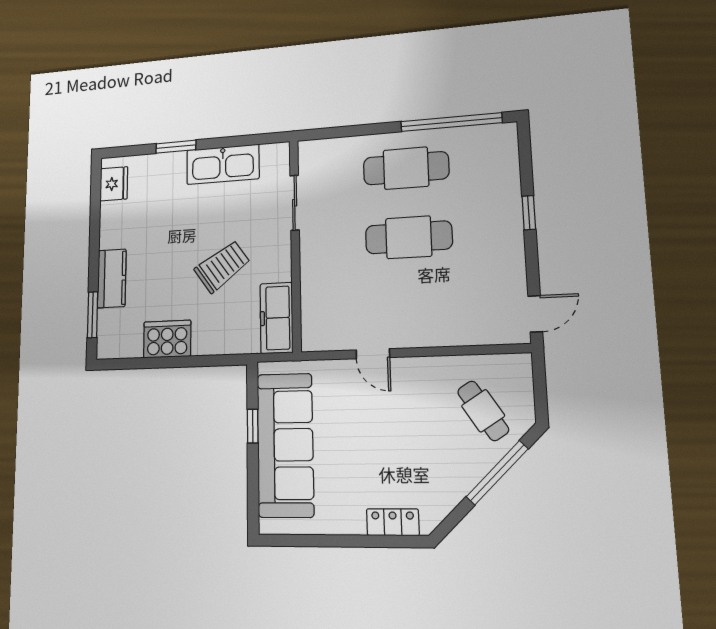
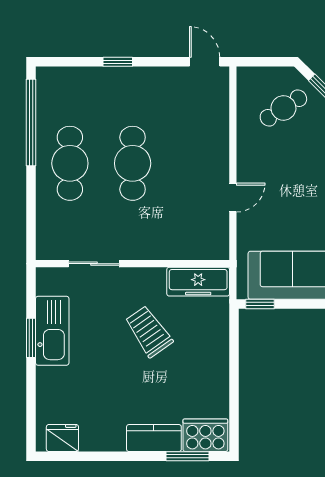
window: (176, 147) -> (31, 338), moved
cooker: (167, 339) -> (205, 435), moved, turned 90
window: (253, 426) -> (260, 304), moved

